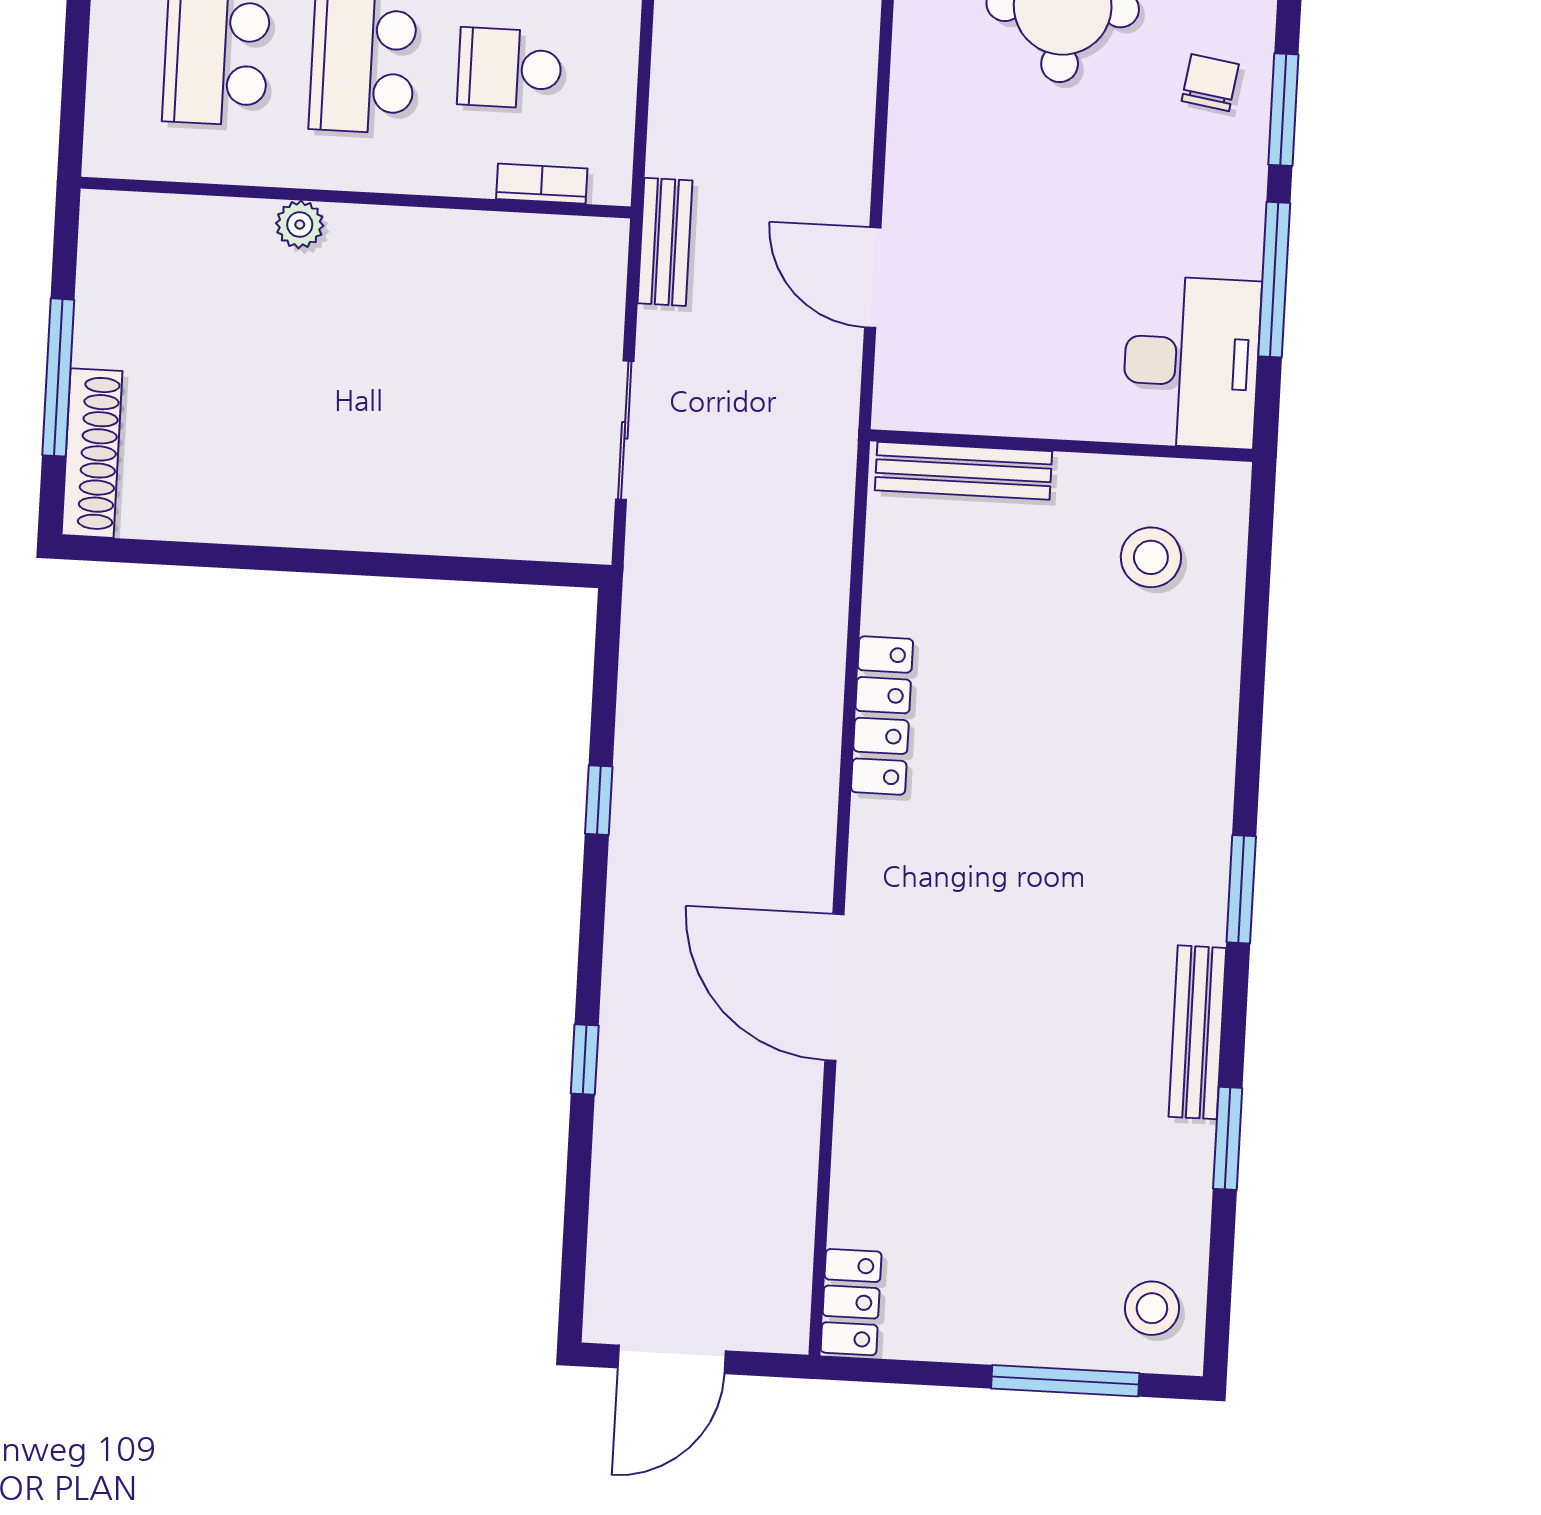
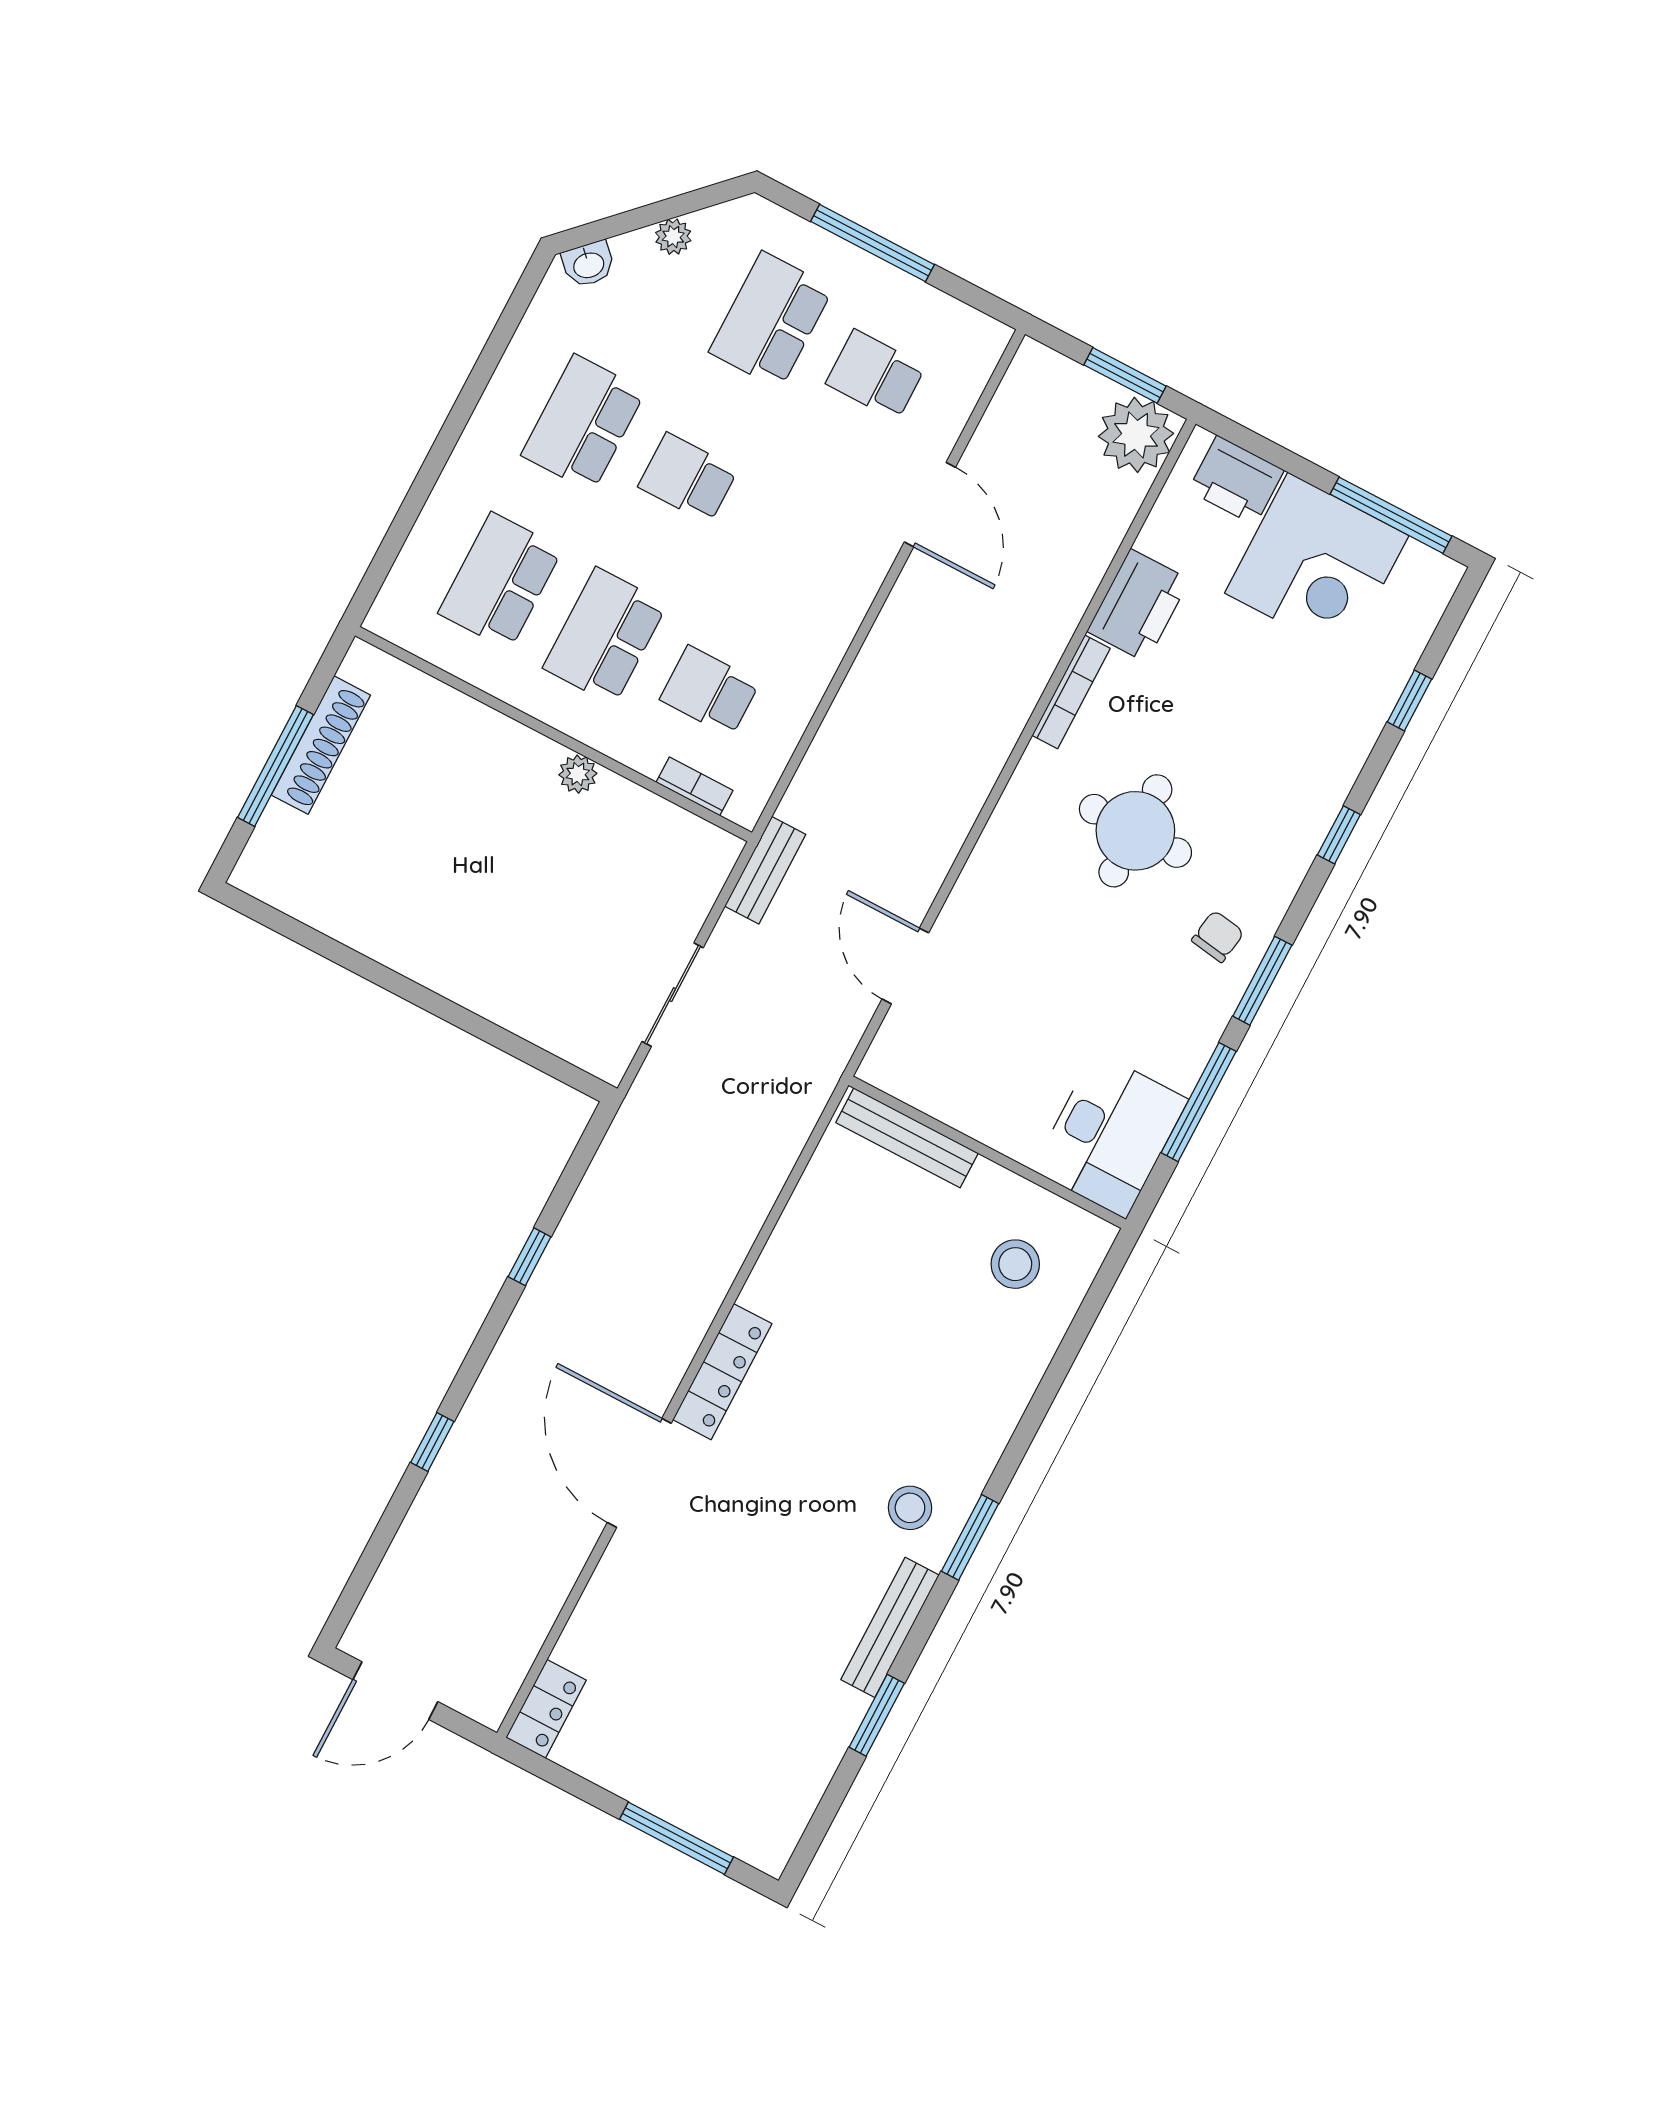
plant: (300, 225) -> (578, 774), moved
shoe rack: (92, 453) -> (321, 745), moved
locker: (882, 716) -> (722, 1372), moved
stool: (1152, 1308) -> (910, 1508), moved

